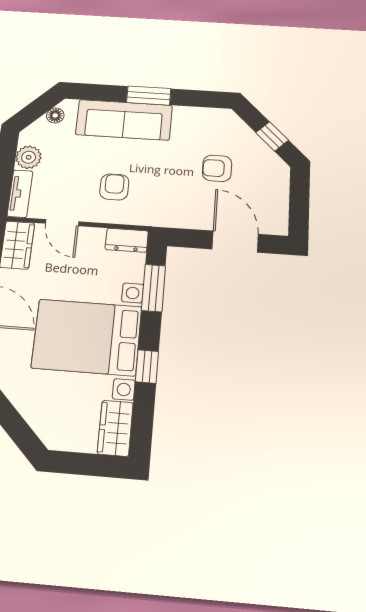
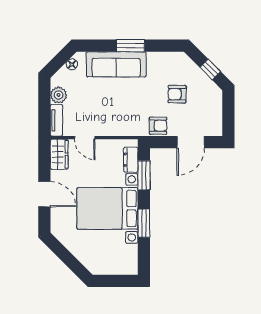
armchair: (114, 187) -> (158, 126), moved, turned 90
dresser: (127, 240) -> (131, 160), moved, turned 90
door: (235, 242) -> (191, 142), swing flipped
window: (147, 366) -> (144, 223), width x1.50
wardrobe: (115, 428) -> (129, 260), removed

